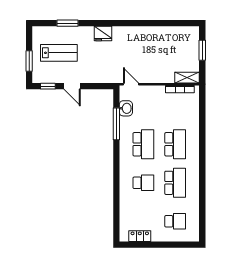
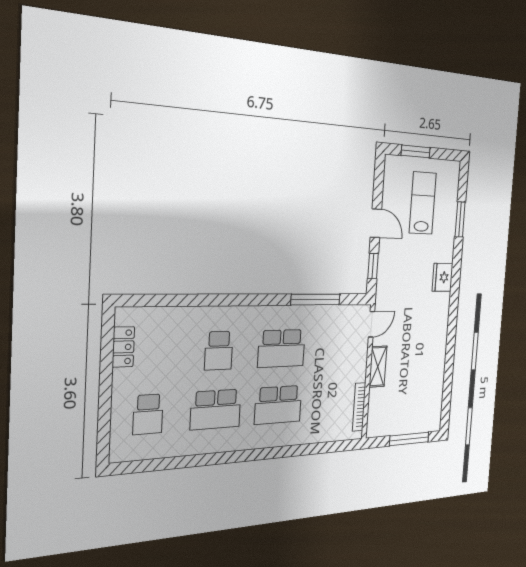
window: (202, 50) -> (409, 439), width x1.44
lab bench: (59, 53) -> (423, 203), turned 180
shelving: (187, 78) -> (378, 367), moved
window: (48, 86) -> (373, 266), moved
door: (72, 86) -> (376, 223), swing flipped
washbasin: (126, 108) -> (338, 316), removed

